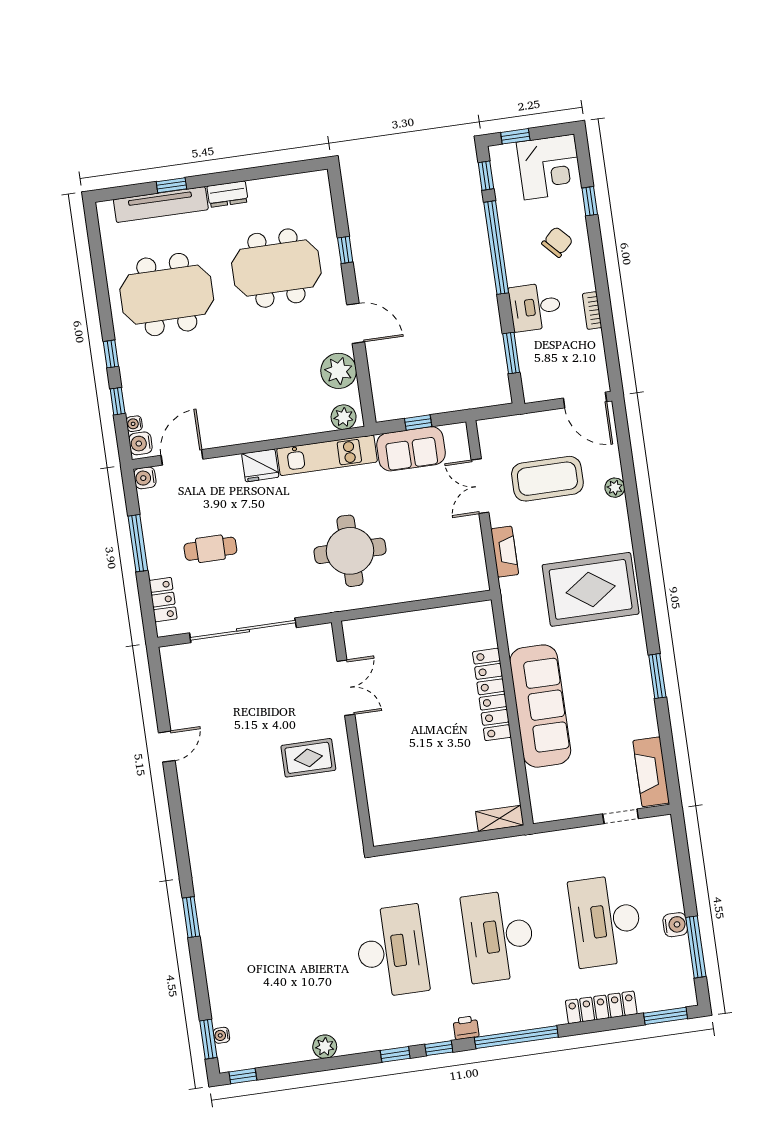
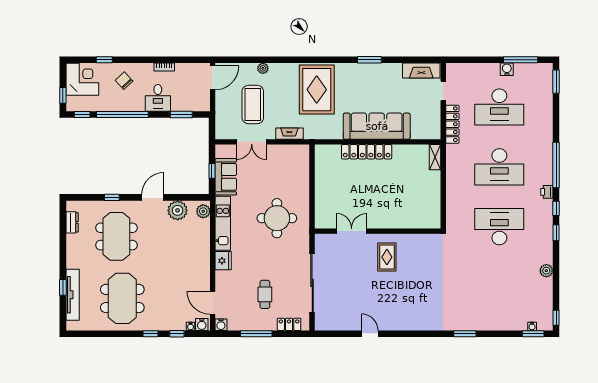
dresser: (228, 194) -> (72, 222), moved
locker: (601, 1007) -> (452, 124), moved, turned 180

